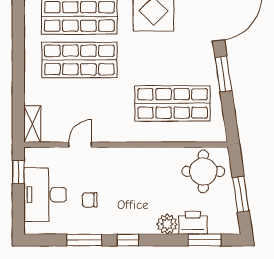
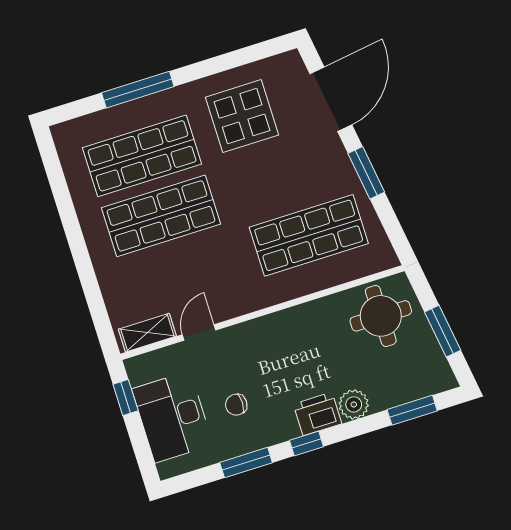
shelving: (32, 124) -> (147, 333), moved, turned 90
printer: (193, 223) -> (318, 414), moved

